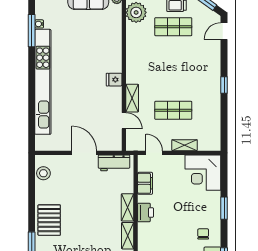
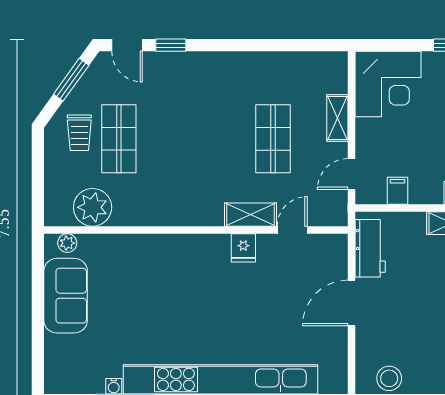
fridge: (114, 80) -> (243, 248), moved
window: (224, 85) -> (171, 45), moved
filing cabinet: (145, 183) -> (398, 191), width x0.50

